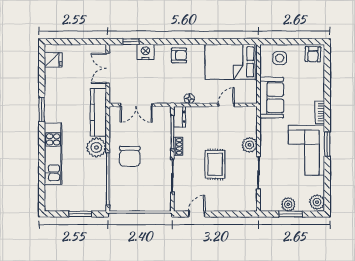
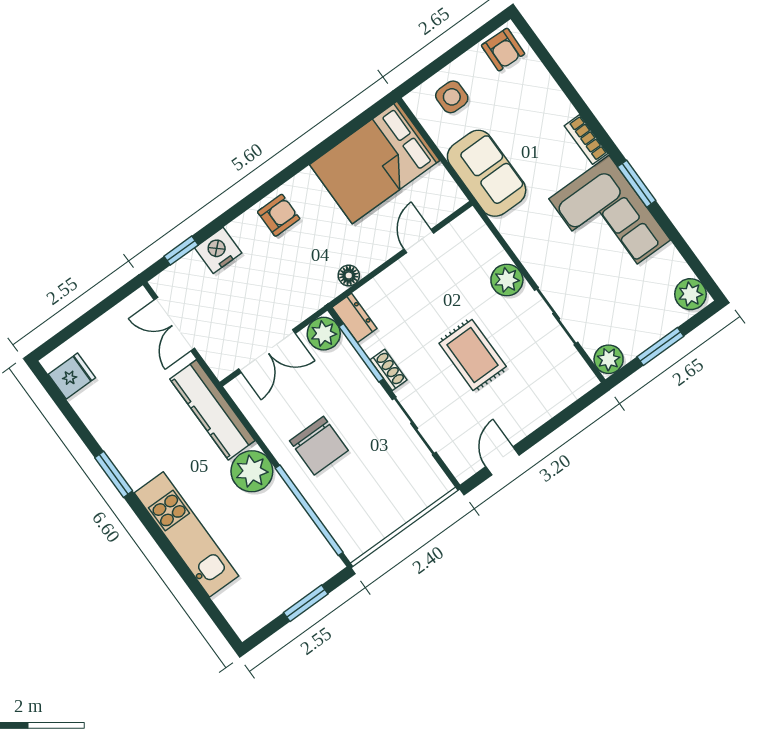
plant: (163, 114) -> (324, 334), added
plant: (288, 204) -> (609, 359), moved

